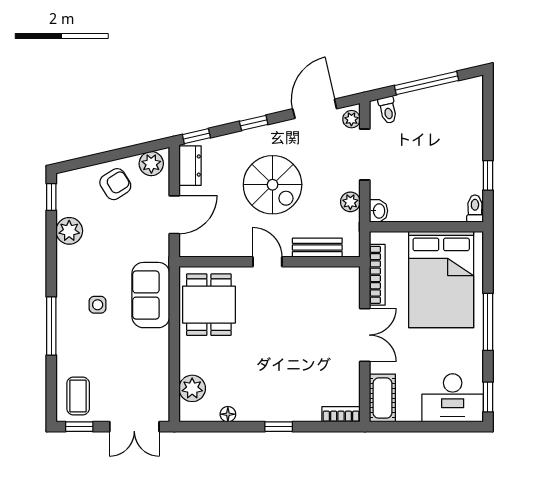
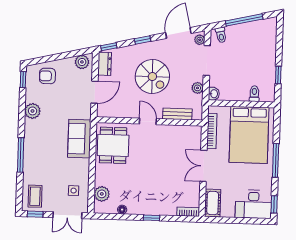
armchair: (115, 184) -> (47, 76), moved, turned -148
toilet: (475, 209) -> (254, 94), moved
plant: (69, 231) -> (33, 111), moved
side table: (98, 305) -> (74, 191), moved
double door: (365, 335) -> (203, 166), swing flipped

